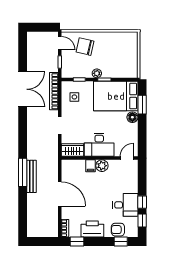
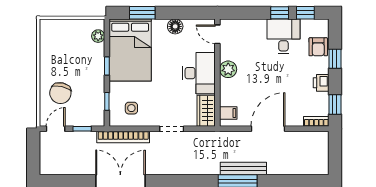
plant: (97, 73) -> (98, 36), moved
floor lamp: (132, 117) -> (175, 26), moved
filing cabinet: (91, 166) -> (228, 113), moved
printer: (92, 229) -> (321, 83), width x0.53, depth x0.68
window: (121, 242) -> (335, 59), moved

